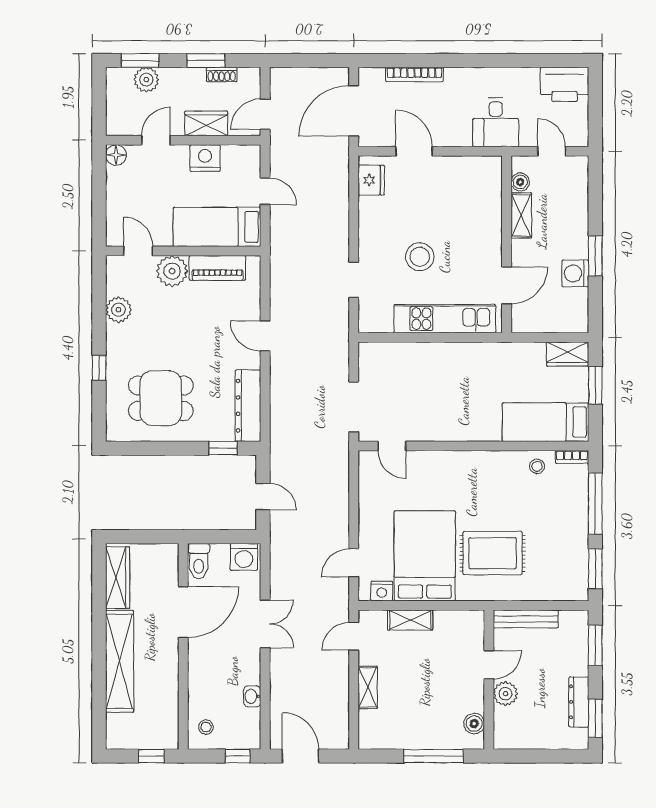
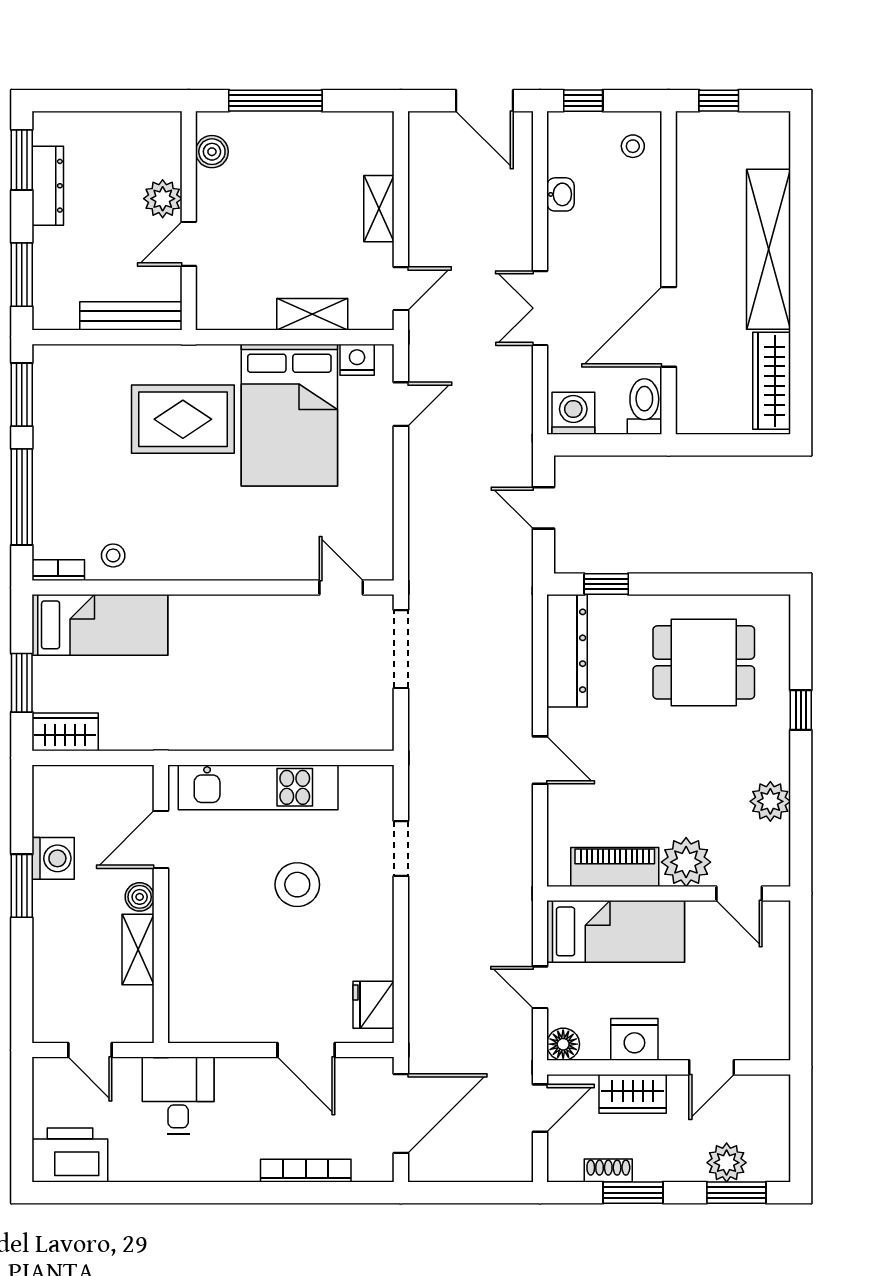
floor lamp: (116, 155) -> (563, 1044), moved
boiler: (520, 182) -> (140, 897), moved

